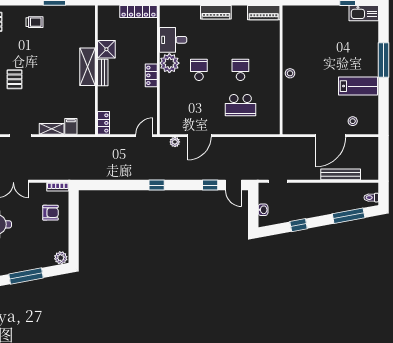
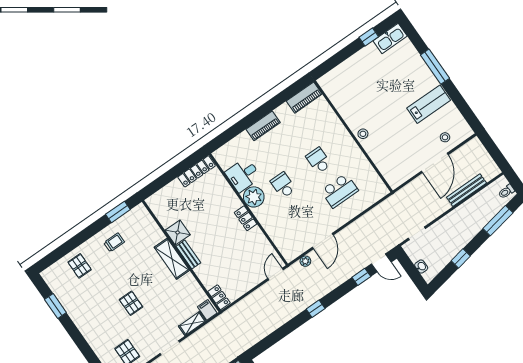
shower: (106, 49) -> (178, 232), moved
shelving: (88, 67) -> (172, 259), moved
wall: (96, 70) -> (181, 256), moved
bench: (103, 73) -> (188, 255), moved
locker: (103, 123) -> (219, 297), moved

